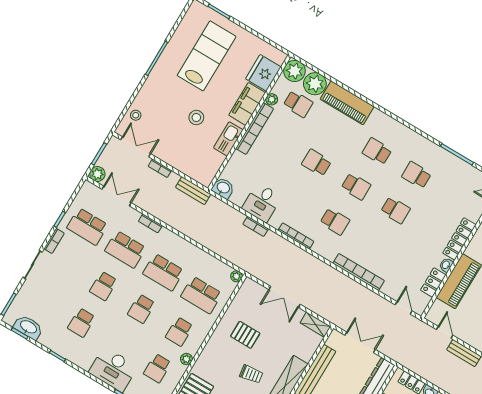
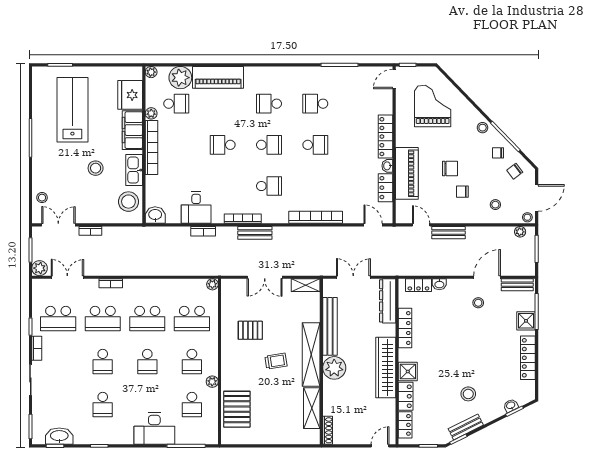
plant: (295, 71) -> (151, 72), width x0.53, depth x0.53
stool: (207, 163) -> (128, 202), added
bench: (193, 191) -> (255, 233), moved

